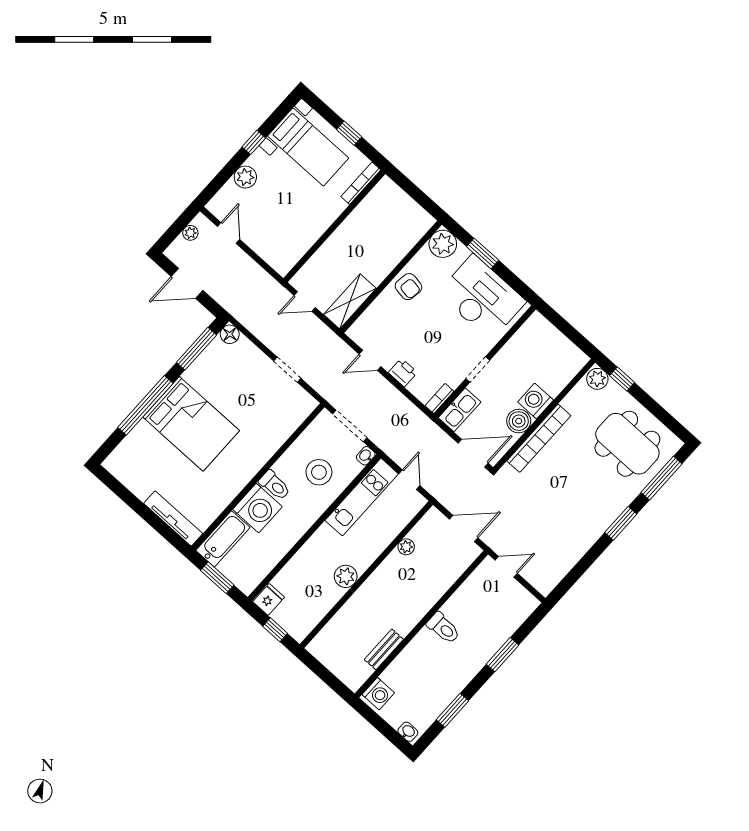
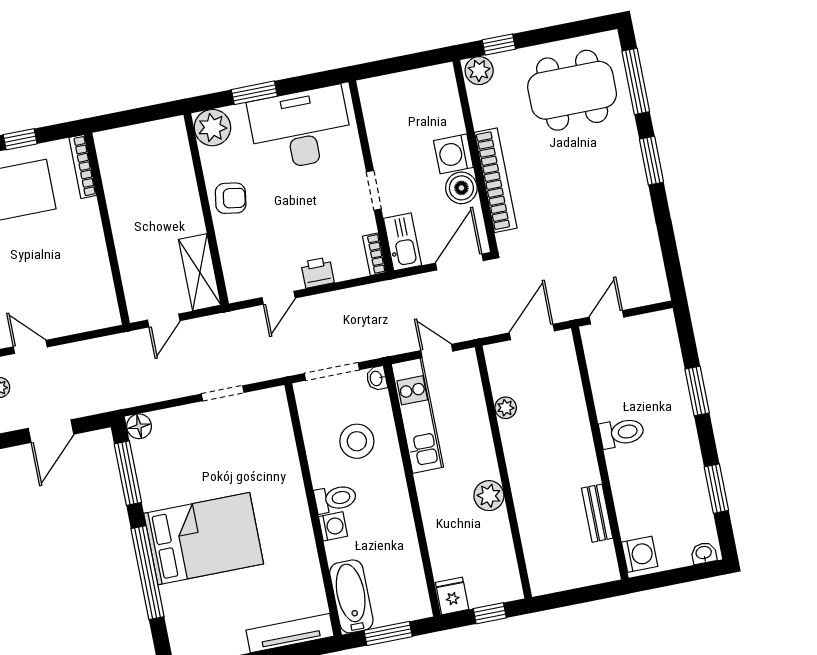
washing machine: (257, 508) -> (333, 526), width x0.53, depth x0.53

